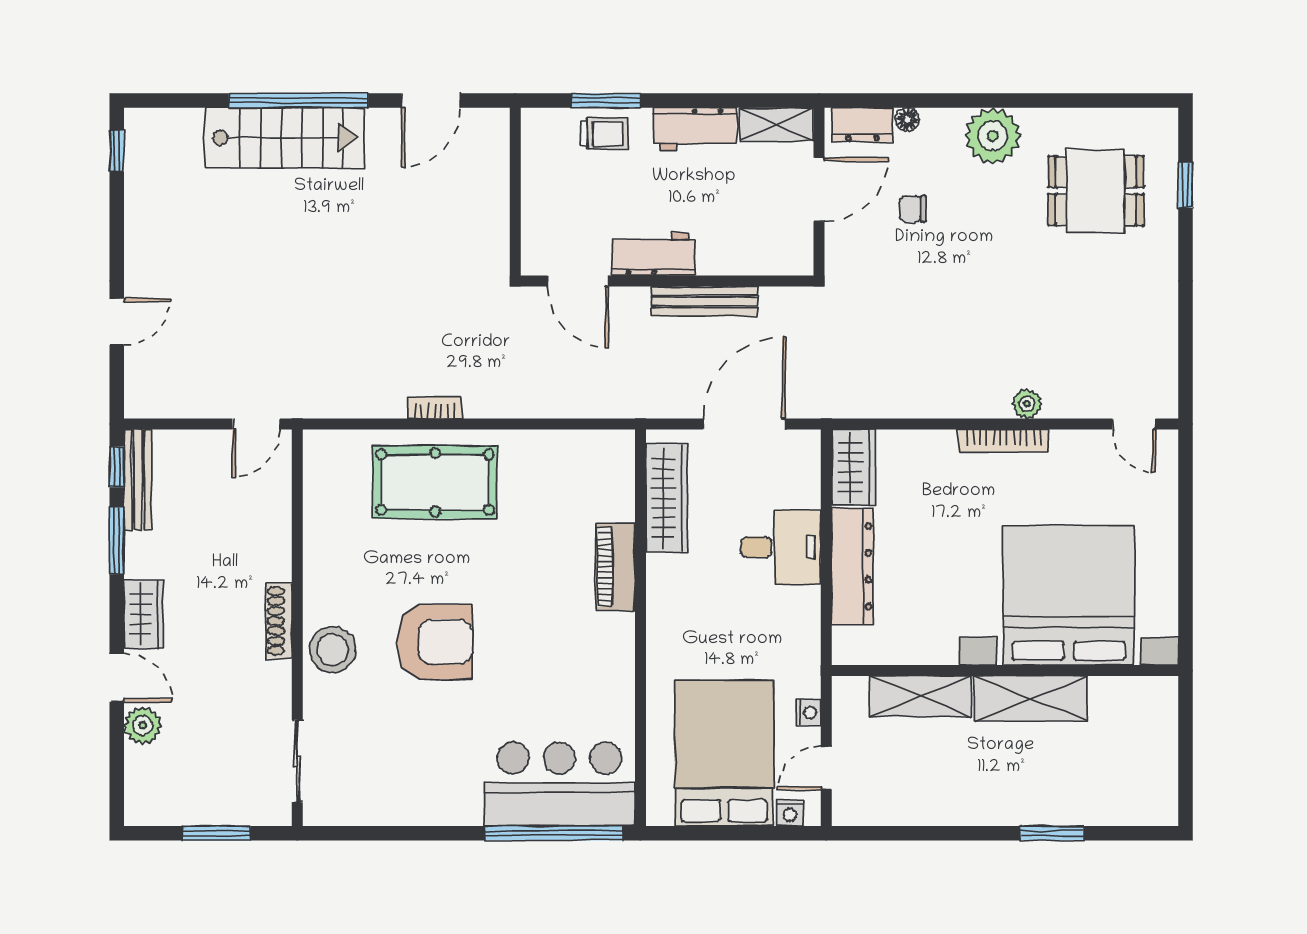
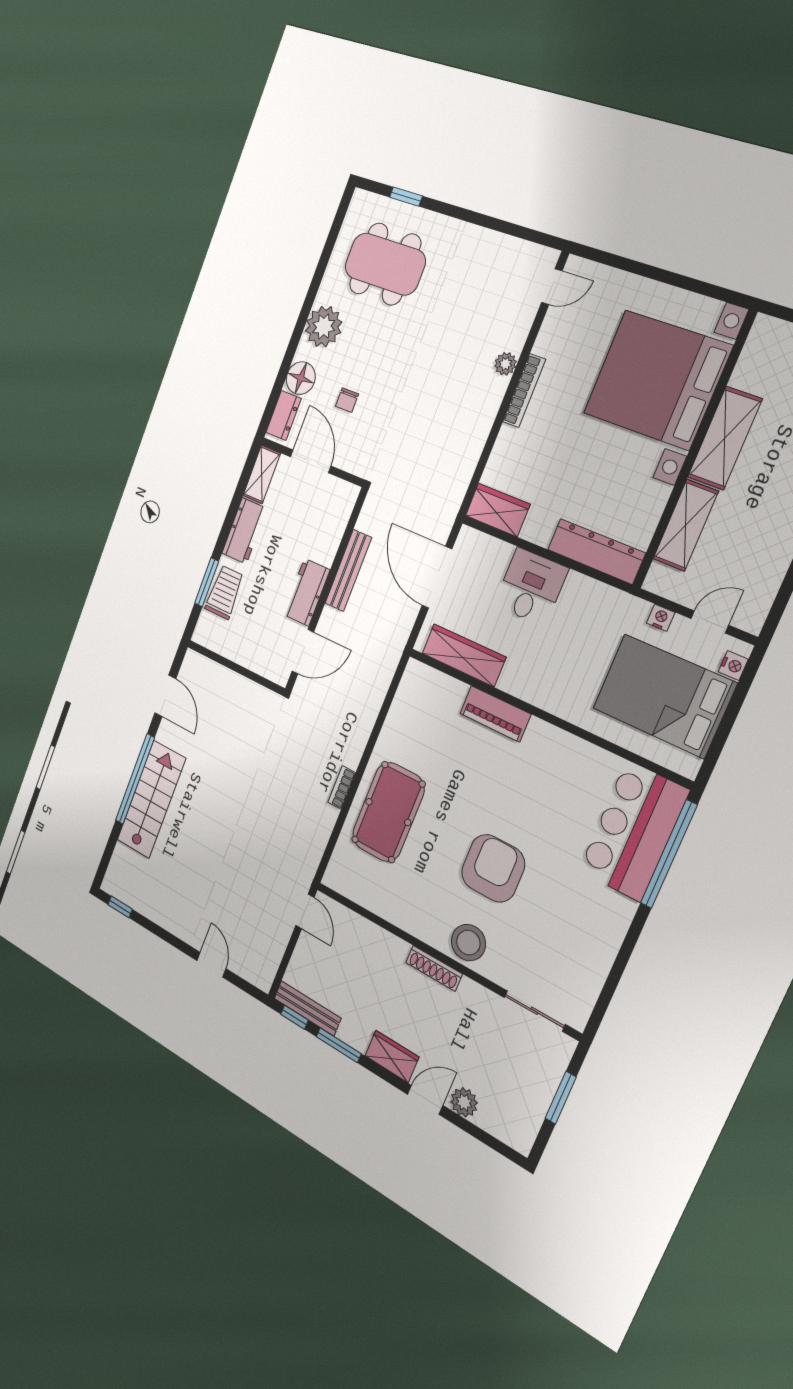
floor lamp: (907, 119) -> (301, 378), width x1.89, depth x1.89
trolley: (604, 133) -> (224, 592), width x1.36, depth x1.39
dining table: (1096, 191) -> (385, 264), width x1.37
dresser: (852, 566) -> (596, 551), moved
door: (826, 768) -> (710, 622), swing flipped

